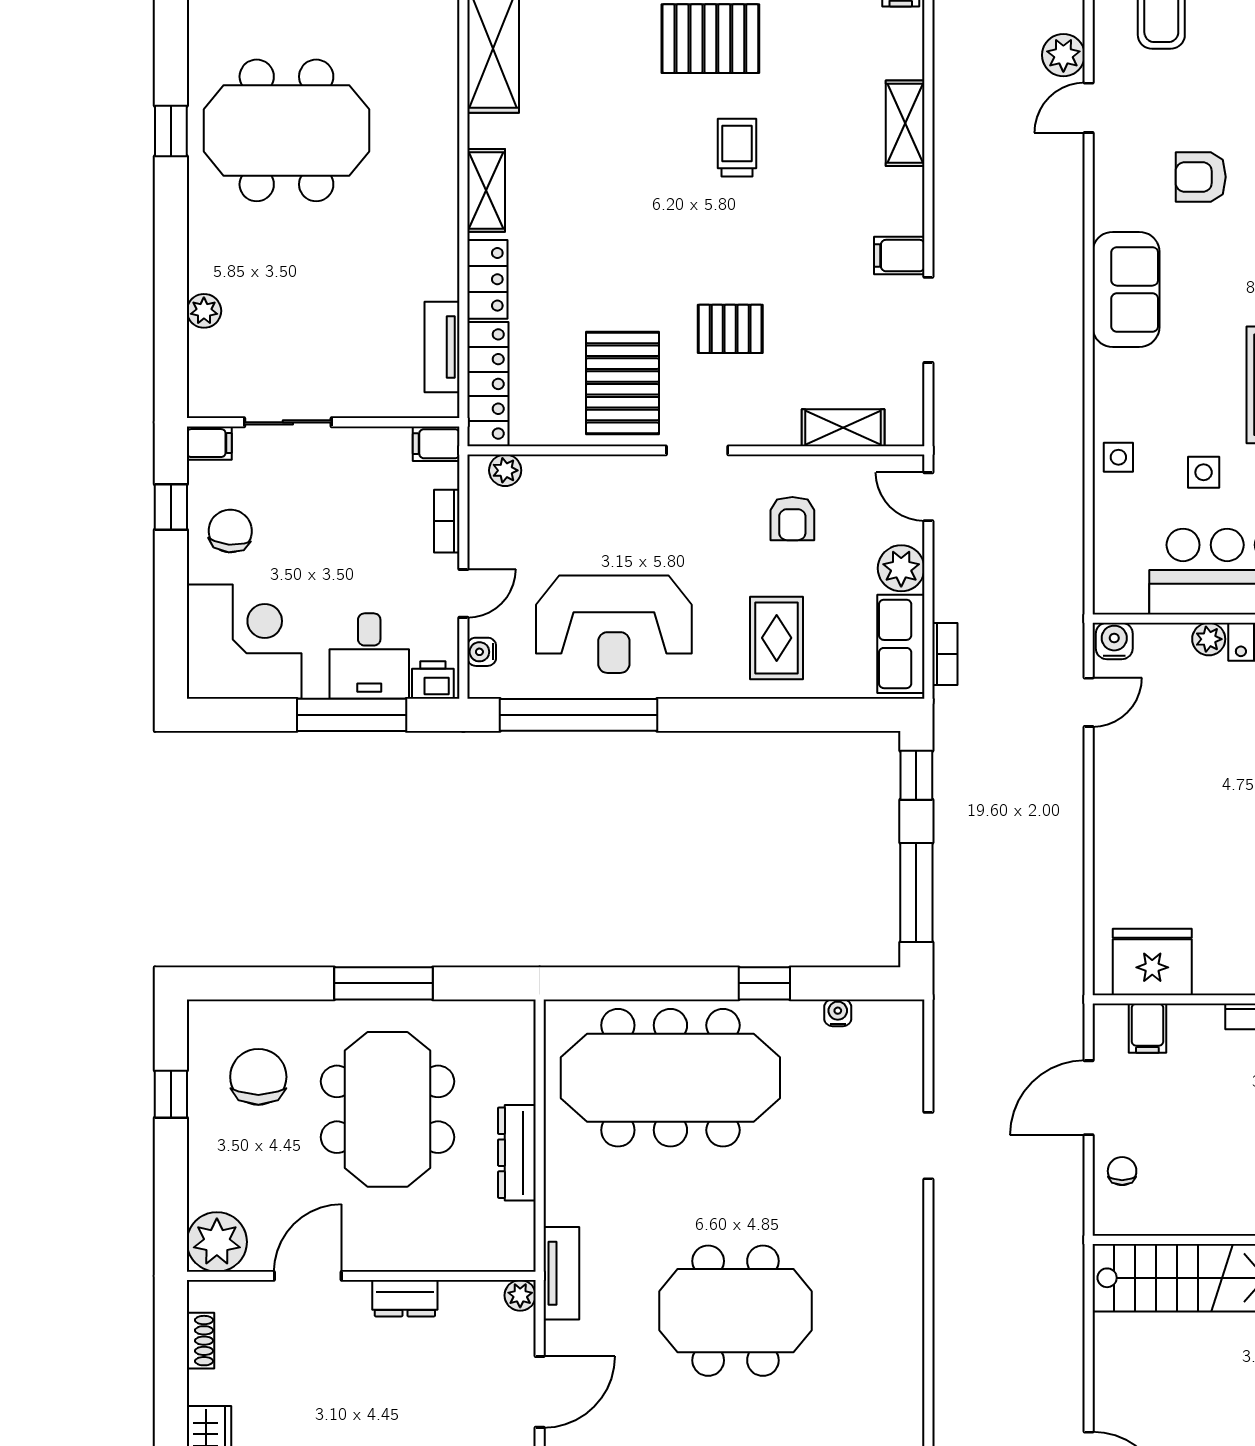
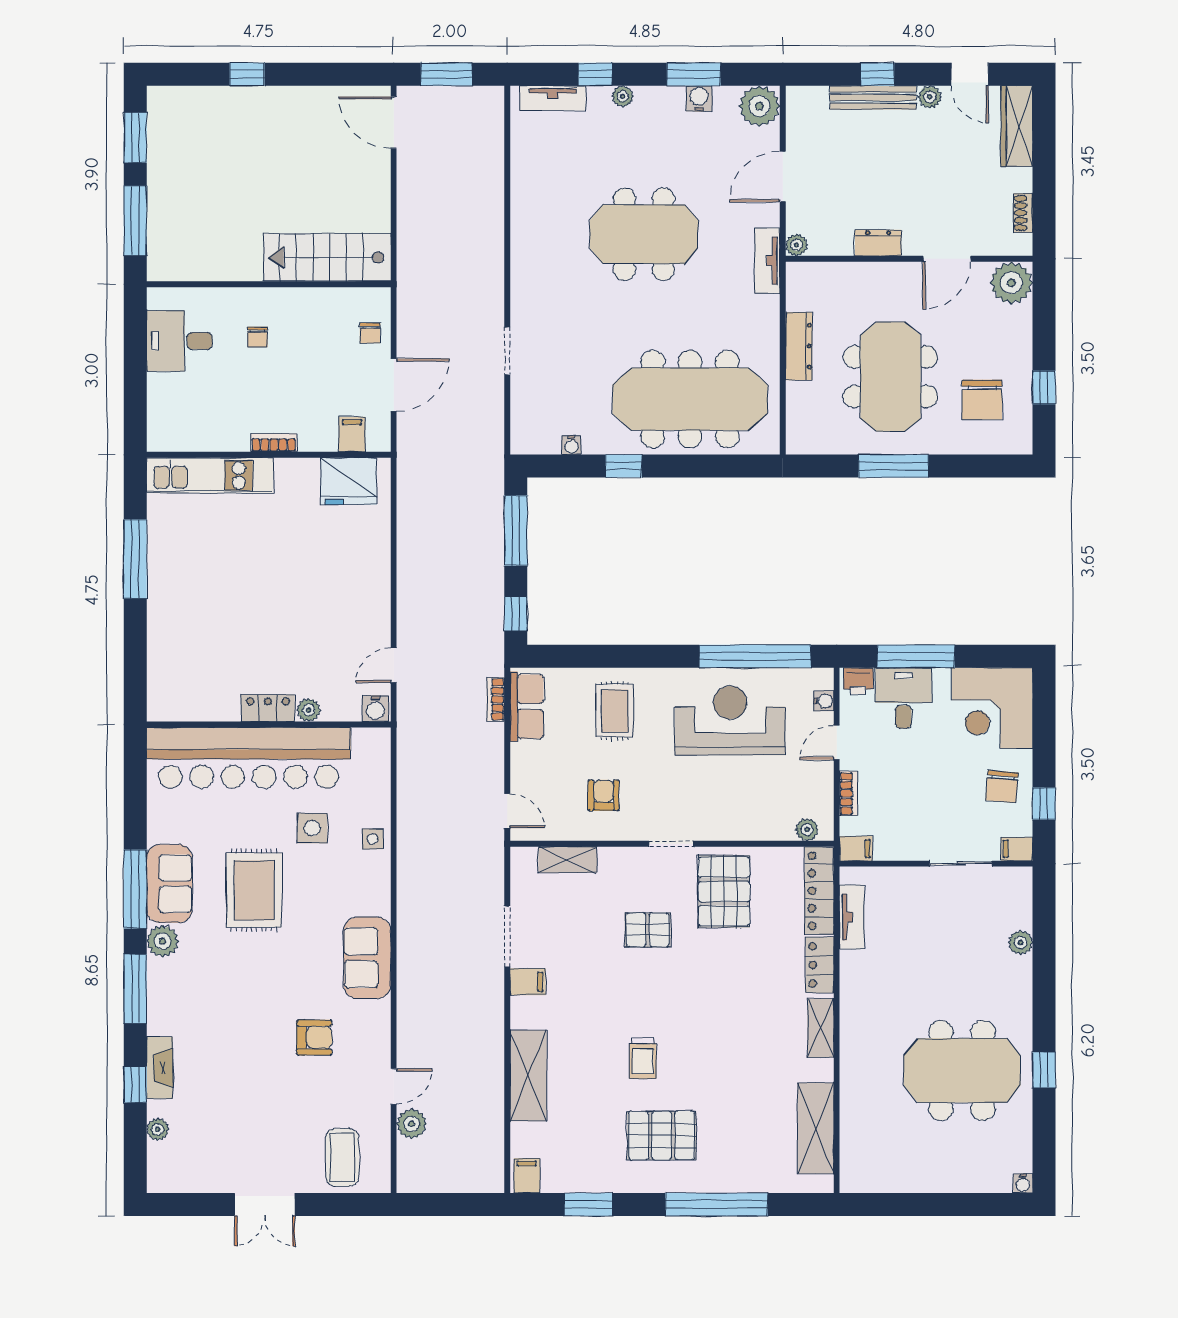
shelving: (905, 123) -> (528, 1076), width x1.50, depth x1.33
side table: (1204, 472) -> (312, 828), width x1.37, depth x1.37
plant: (901, 568) -> (527, 760), removed

